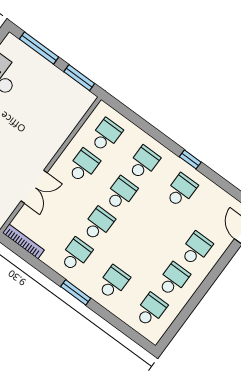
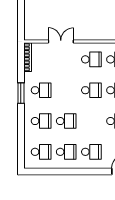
double door: (34, 187) -> (61, 42), swing flipped
school desk: (98, 224) -> (66, 121), moved
window: (76, 292) -> (21, 93), moved

